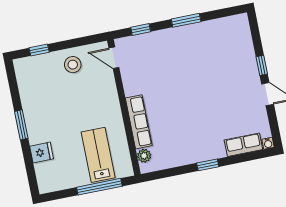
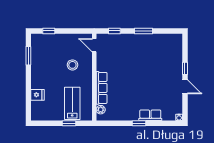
stool: (73, 65) -> (72, 65), moved
window: (21, 125) -> (28, 56), moved
row of seats: (243, 145) -> (150, 115), moved
window: (99, 187) -> (69, 123), width x0.46

